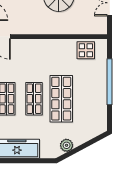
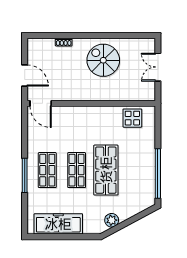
window: (110, 82) -> (158, 173), moved

